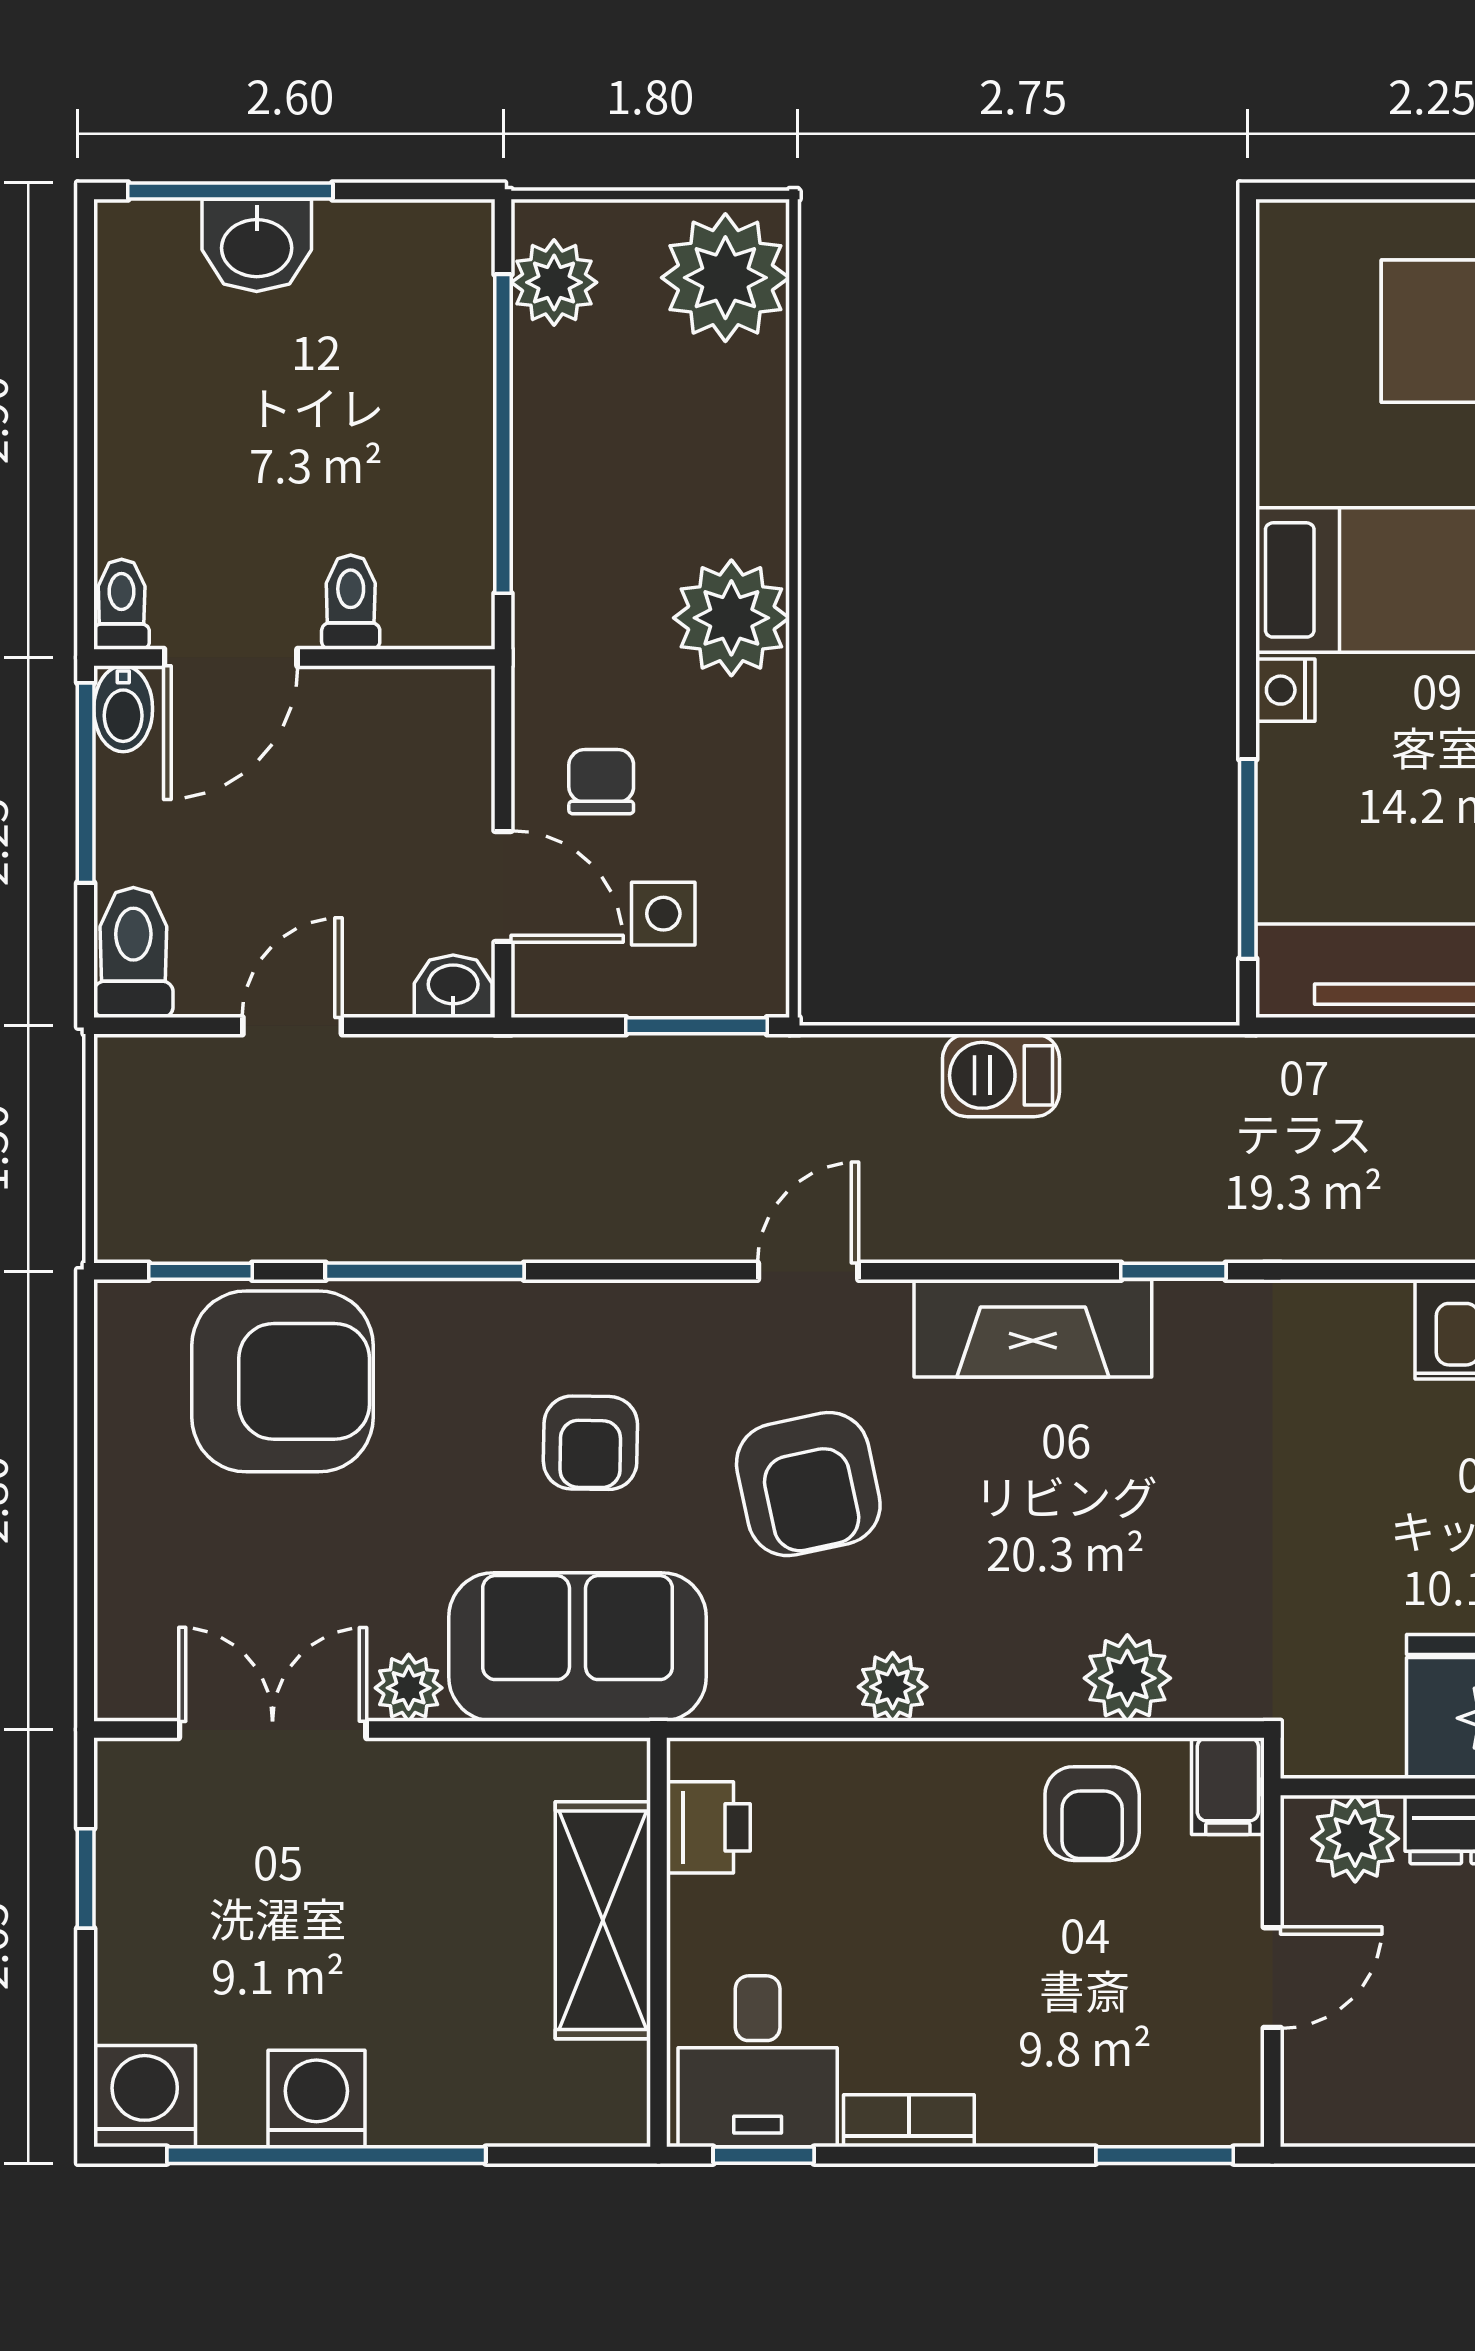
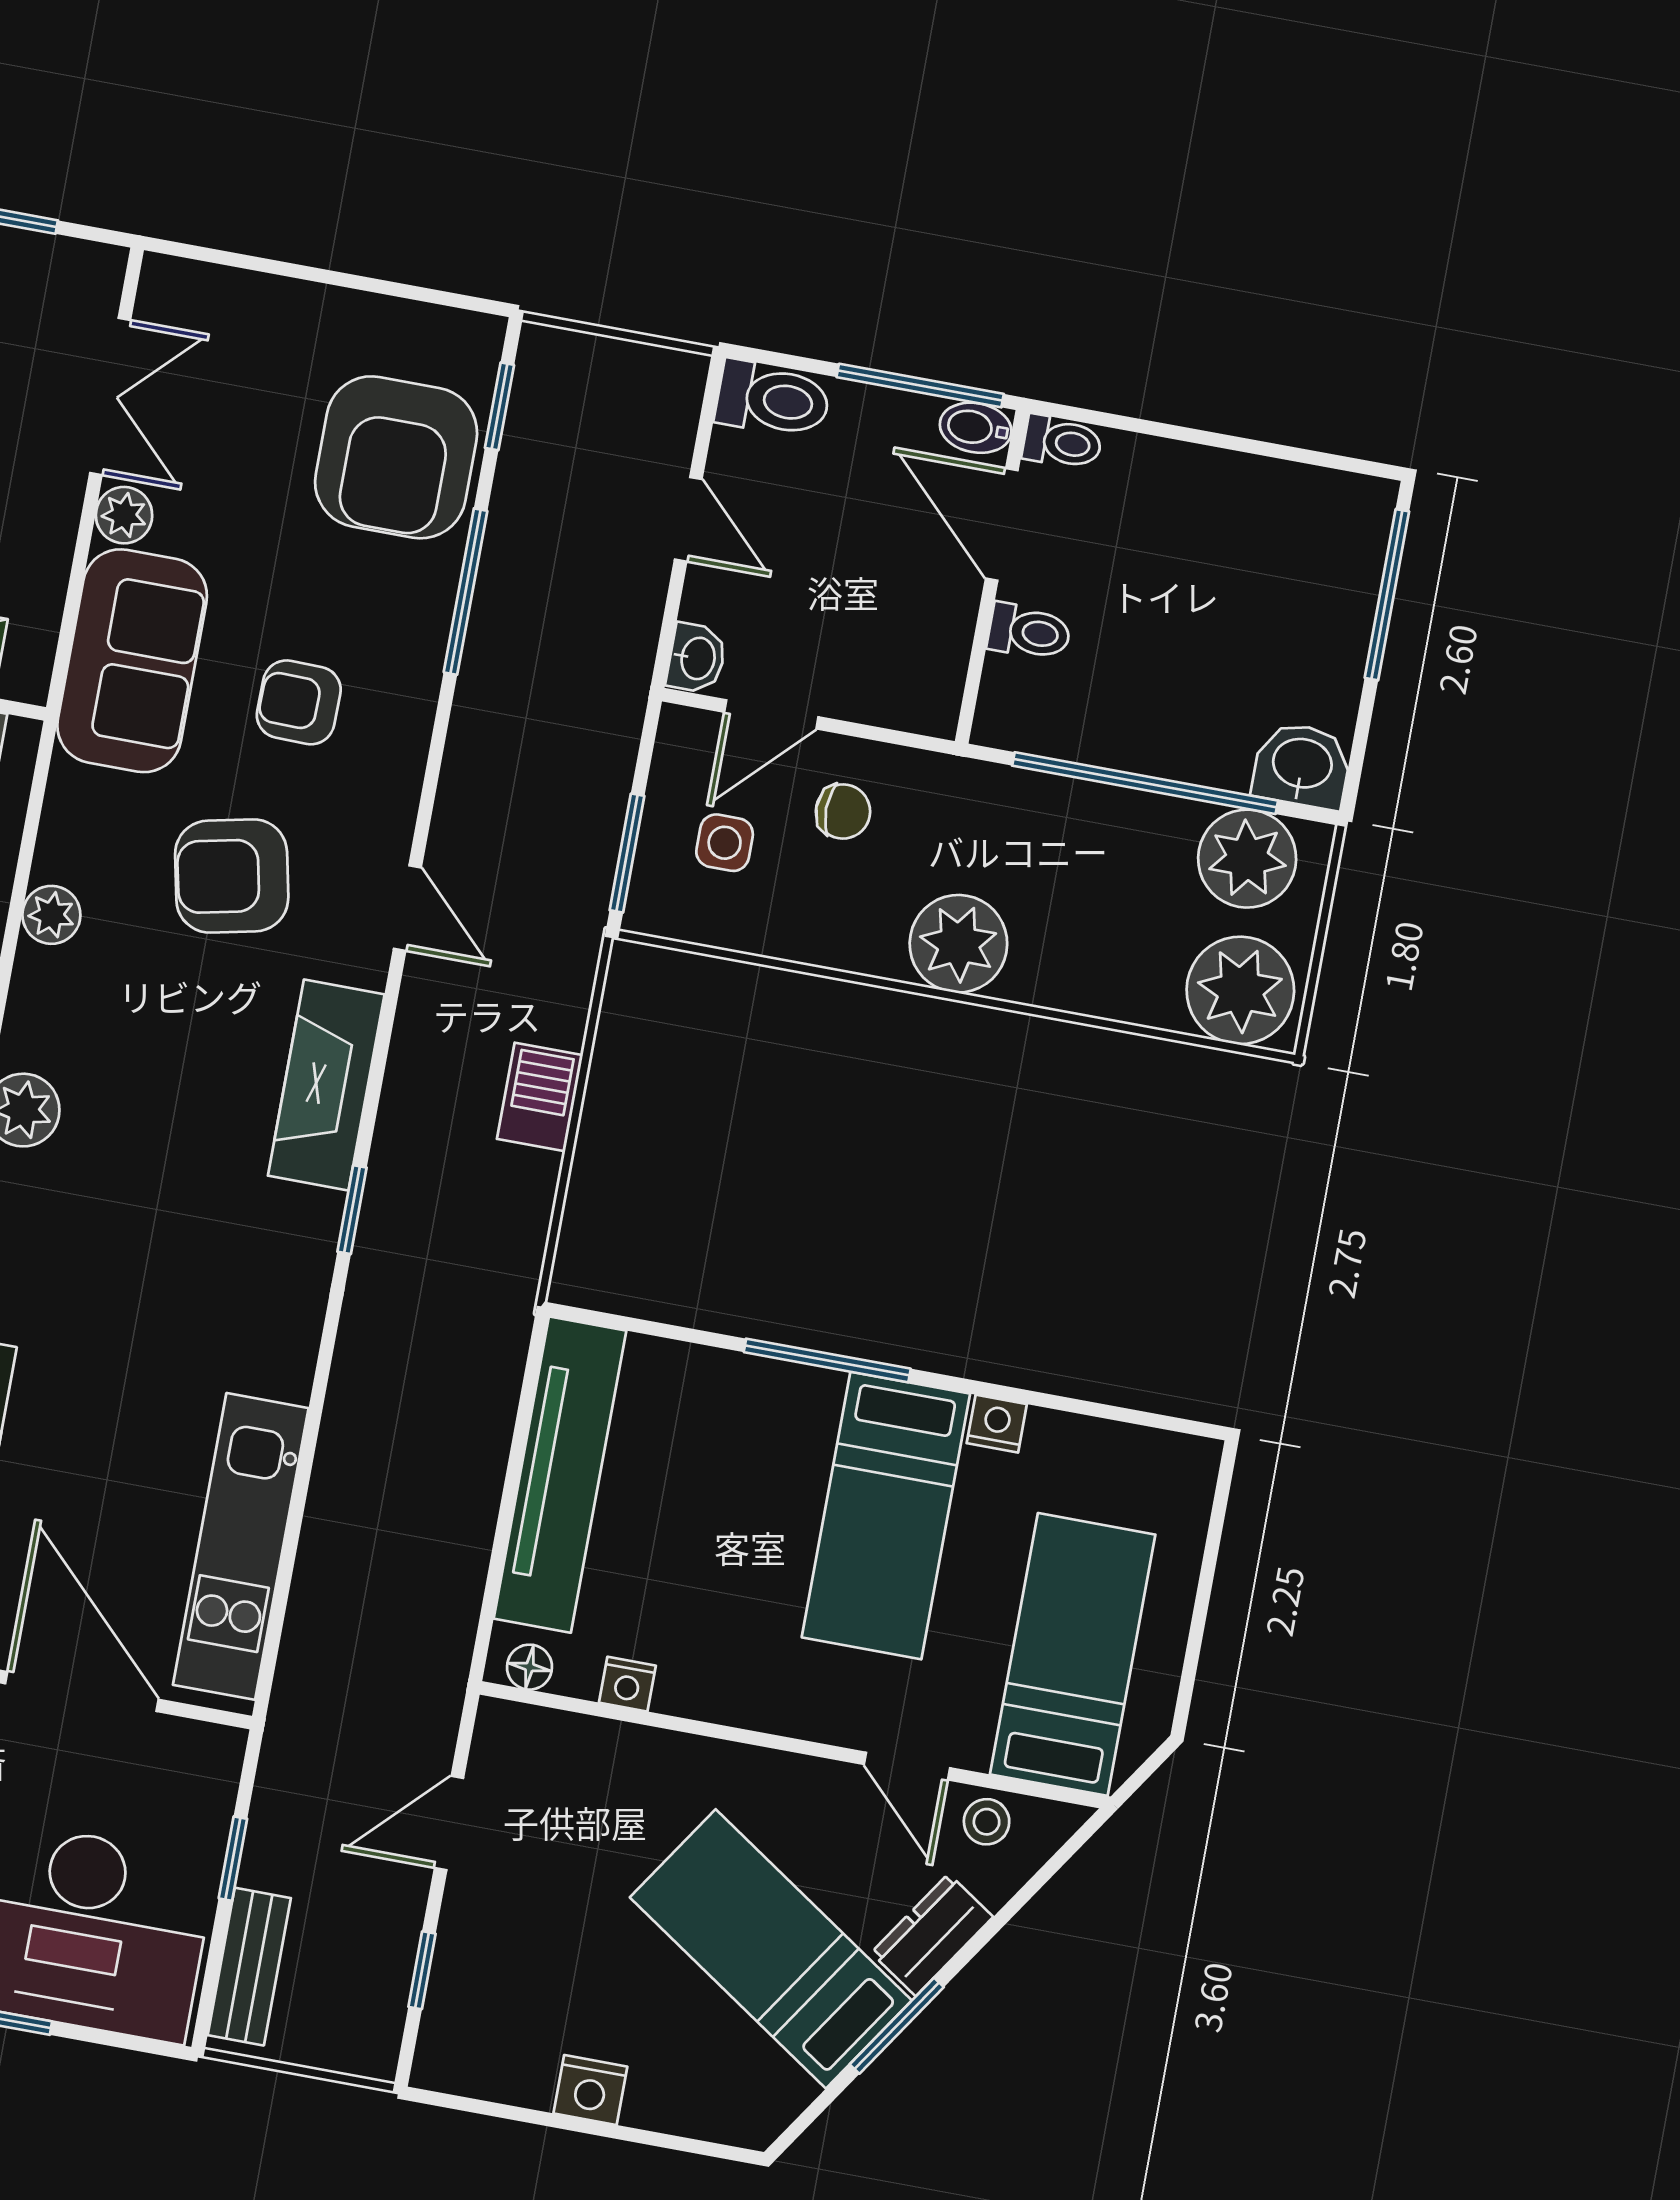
washbasin: (257, 245) -> (1302, 765), moved, turned 90
plant: (554, 282) -> (1247, 859), width x1.36, depth x1.36
nightstand: (1285, 690) -> (997, 1424), moved
window: (1248, 859) -> (827, 1360), moved

